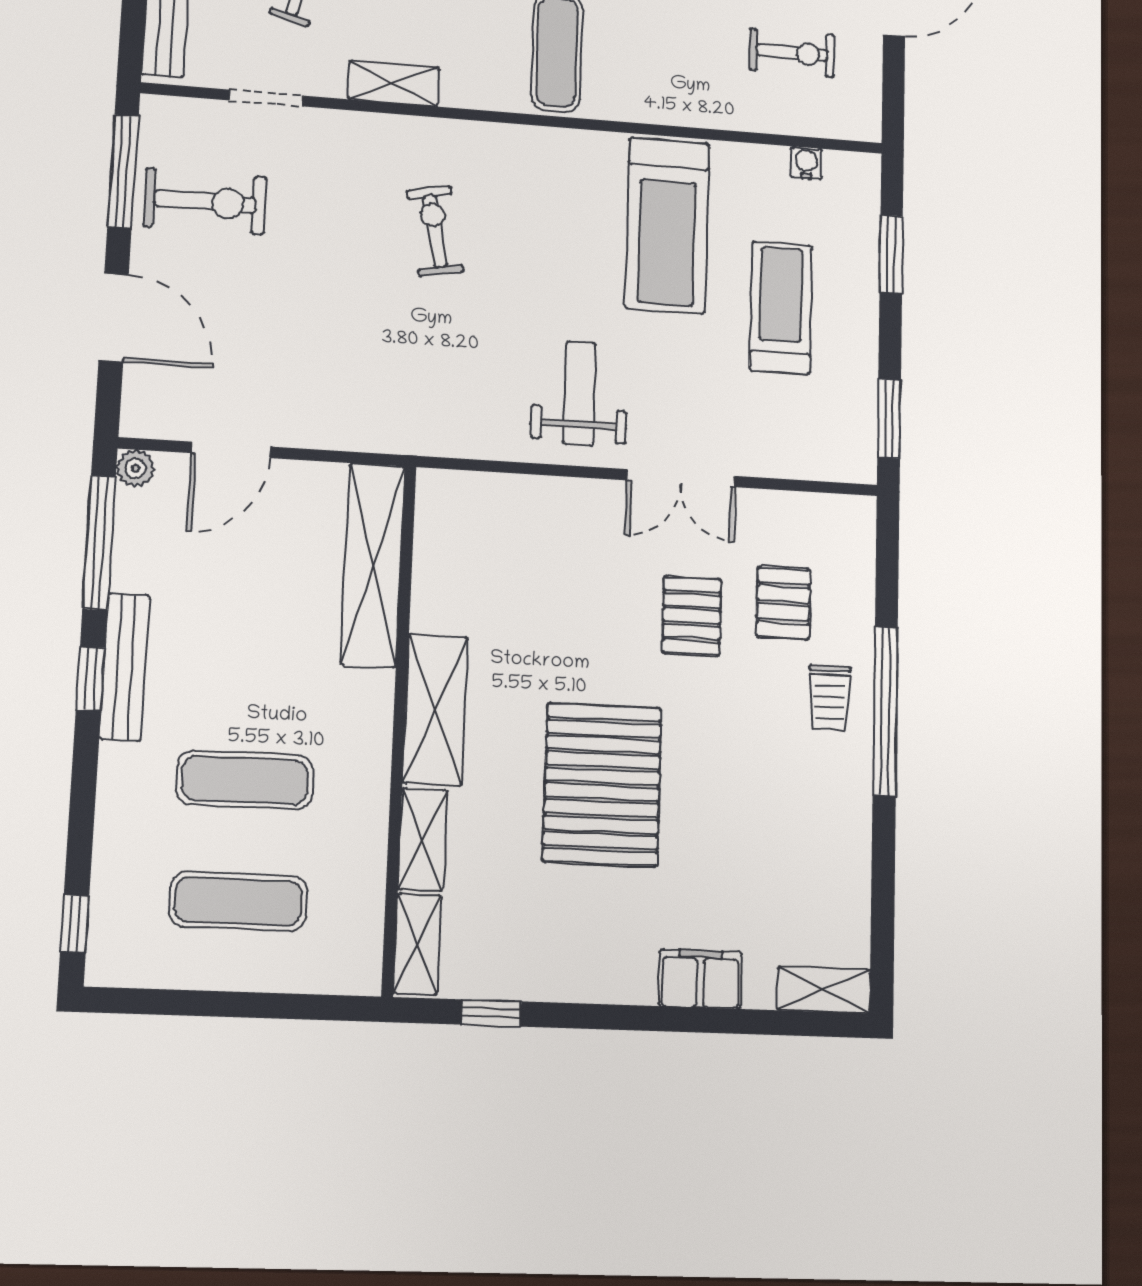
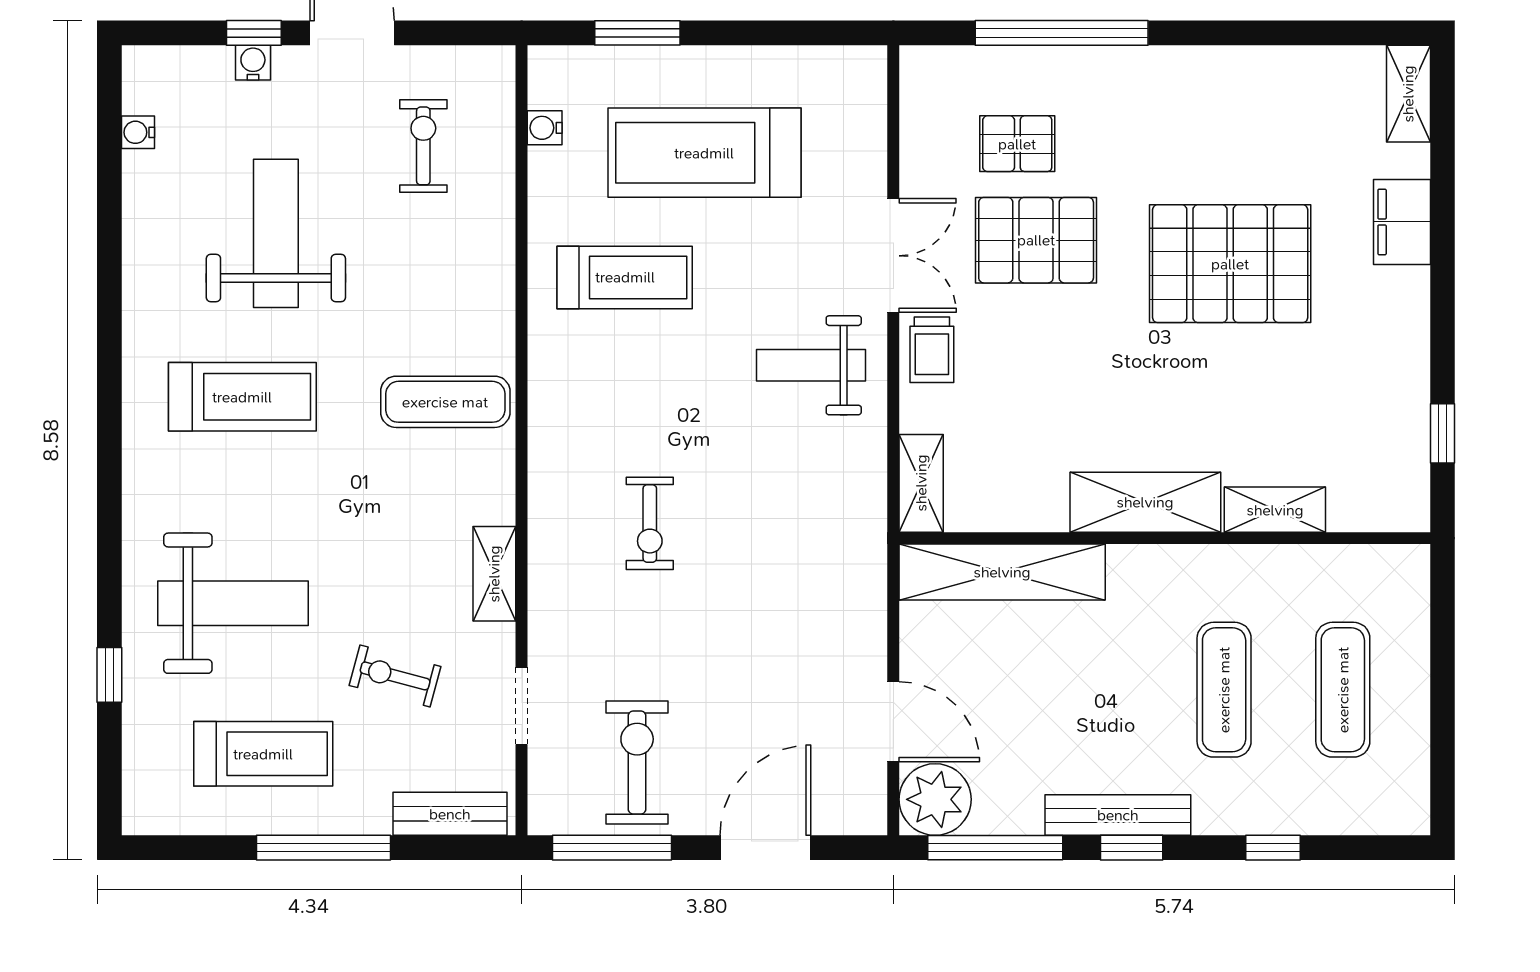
treadmill: (667, 225) -> (625, 277), width x0.73, depth x0.73
exercise bike: (435, 231) -> (650, 523), turned -79
treadmill: (781, 308) -> (704, 153), width x1.37, depth x1.38
window: (889, 419) -> (816, 33), removed
plant: (136, 468) -> (935, 799), width x1.88, depth x1.88
pallet: (692, 616) -> (1036, 240), width x1.50, depth x1.42
trolley: (830, 698) -> (932, 350), moved, turned 90
window: (885, 711) -> (1062, 33), moved
pallet: (602, 784) -> (1230, 264), moved
window: (75, 924) -> (1273, 848), moved
shelving: (417, 944) -> (921, 483), moved, turned 90

